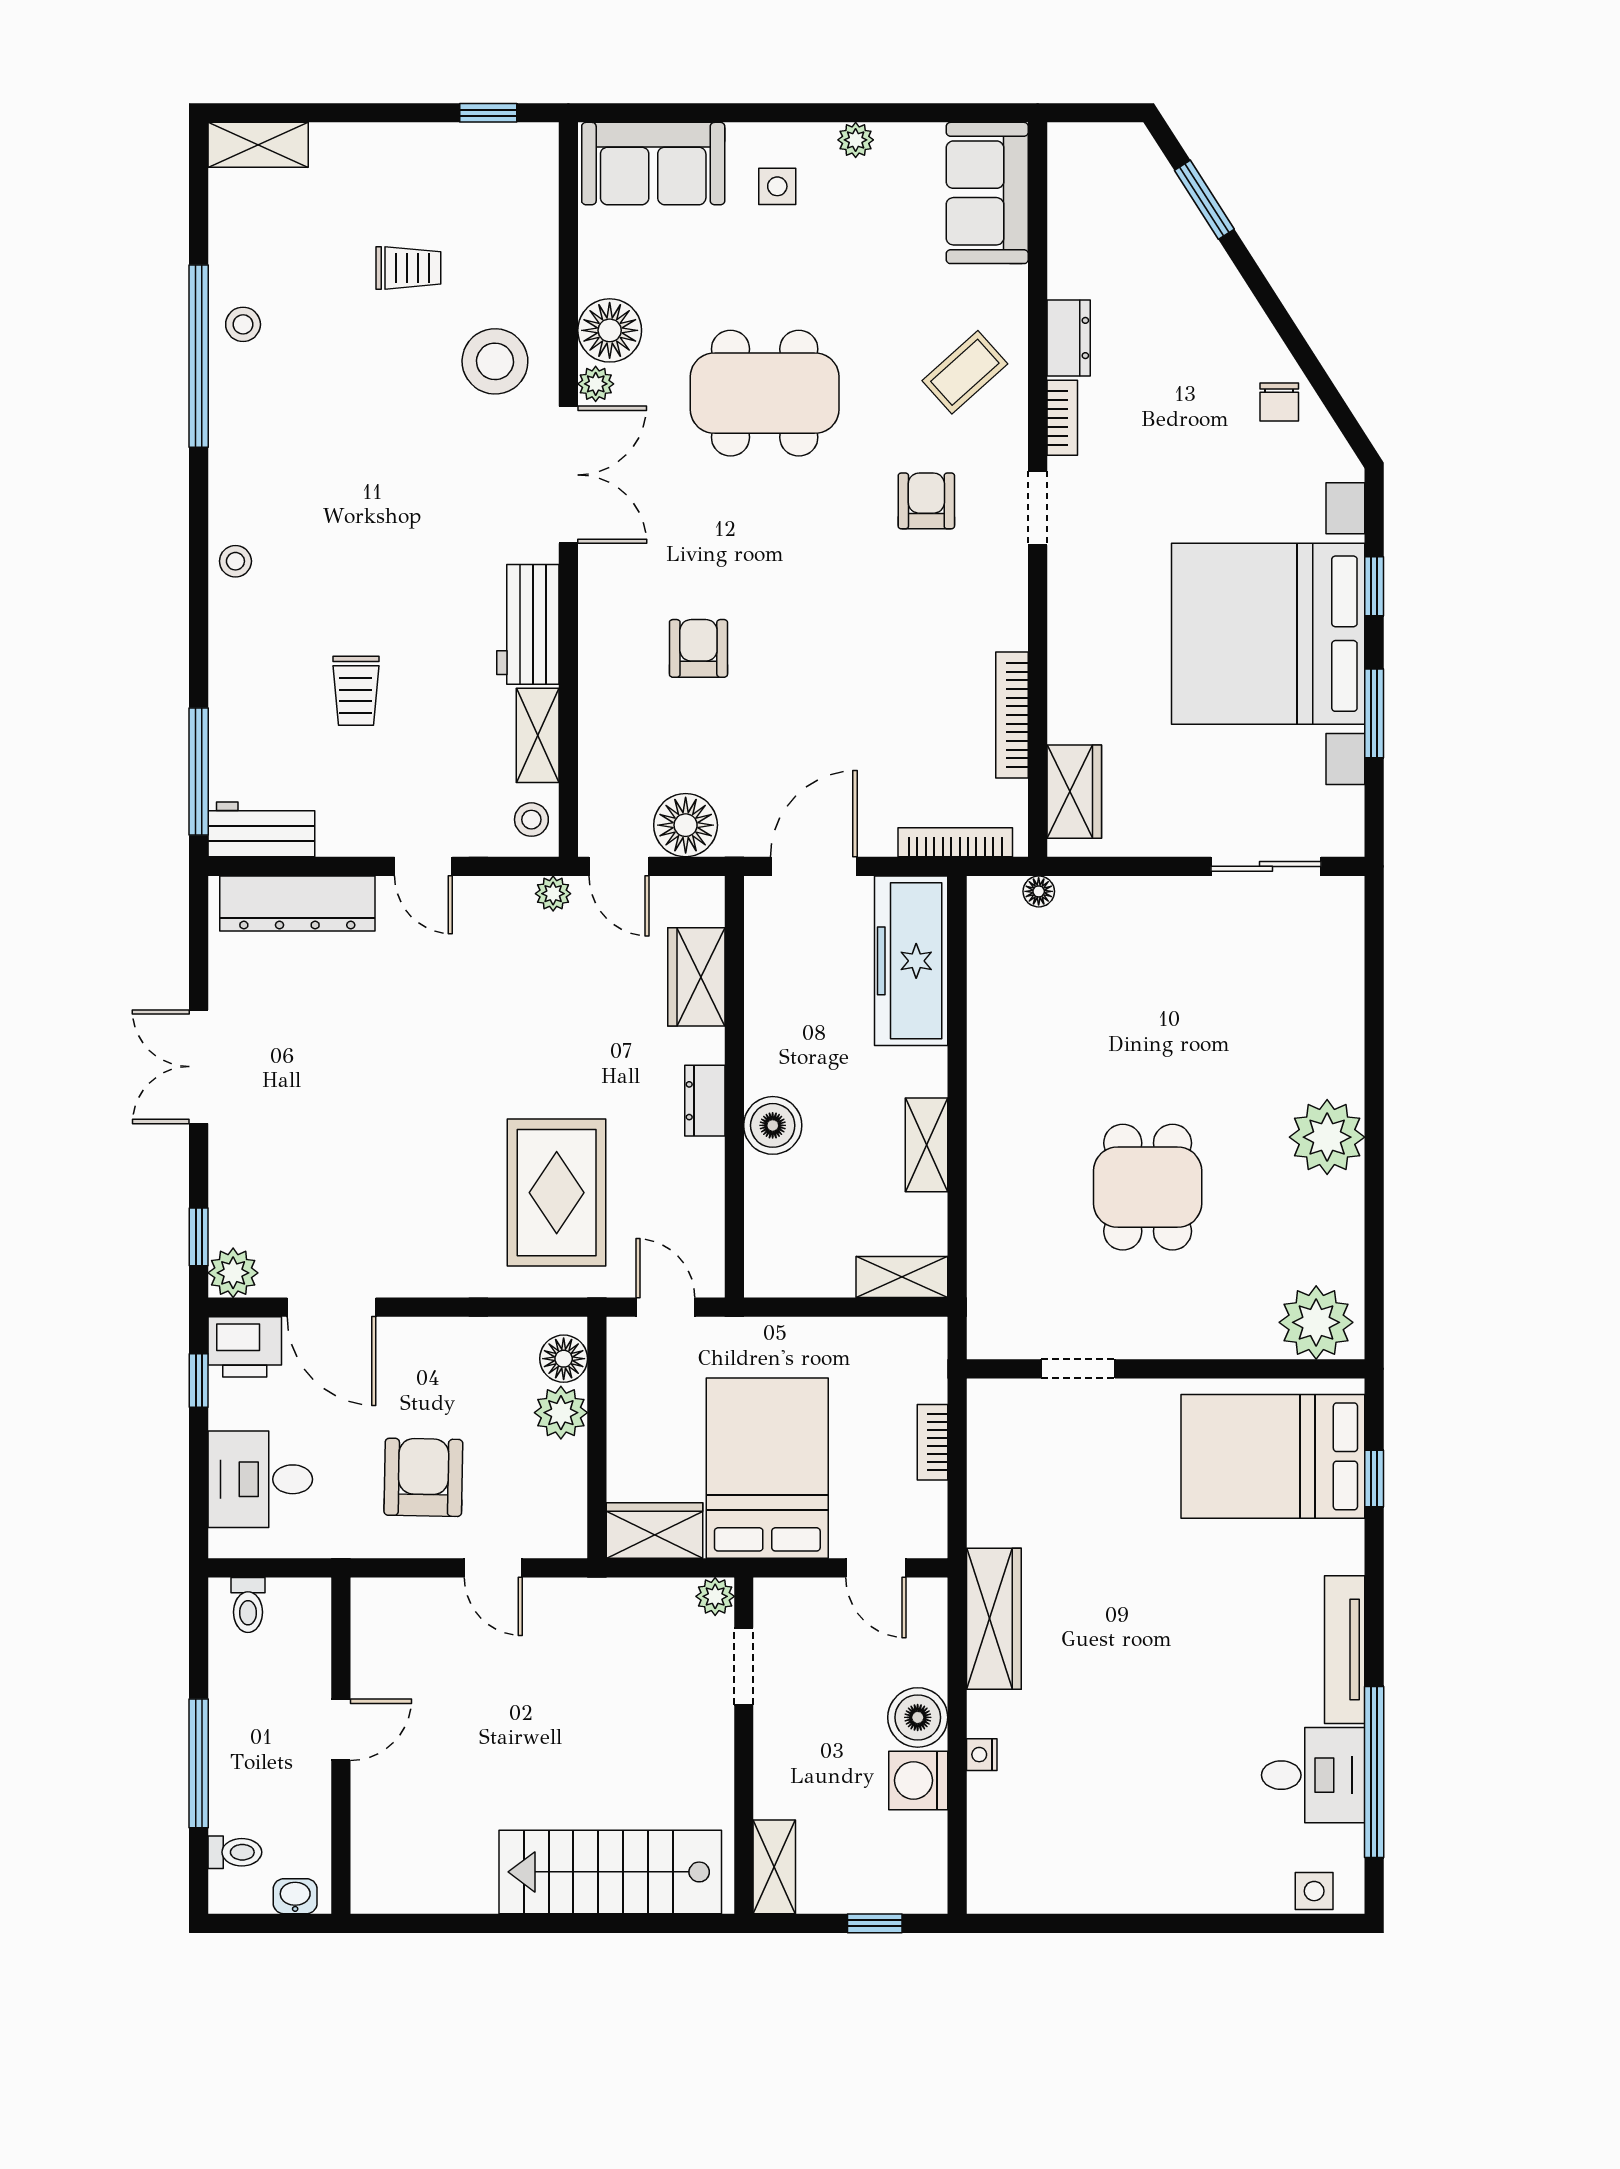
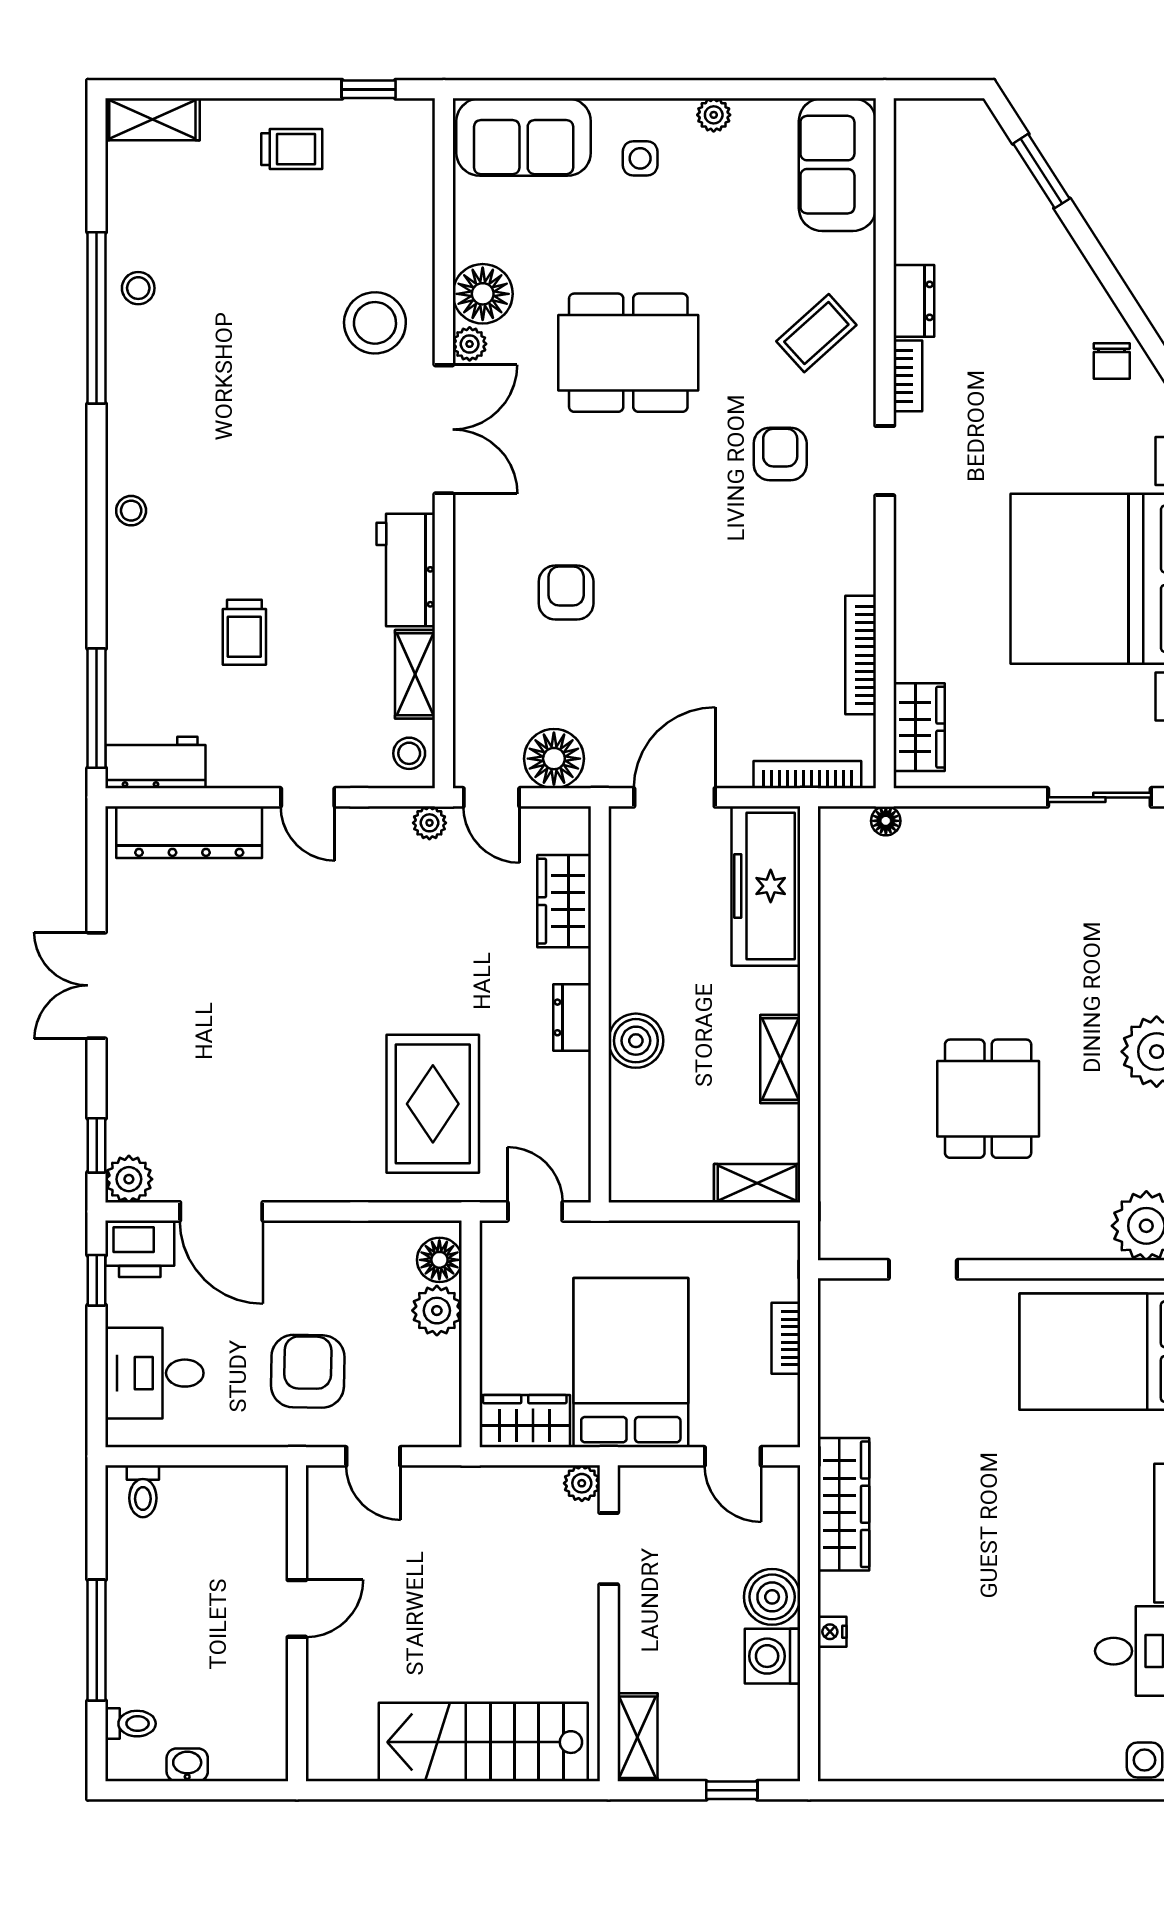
trolley: (408, 268) -> (292, 149), moved
door: (341, 1730) -> (297, 1608), moved
wall: (341, 1746) -> (297, 1623), moved

